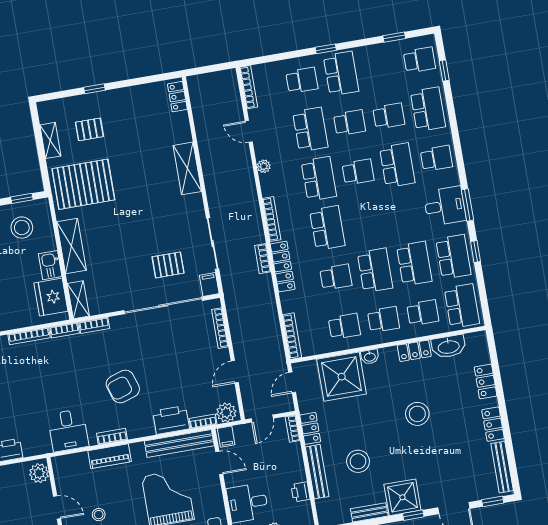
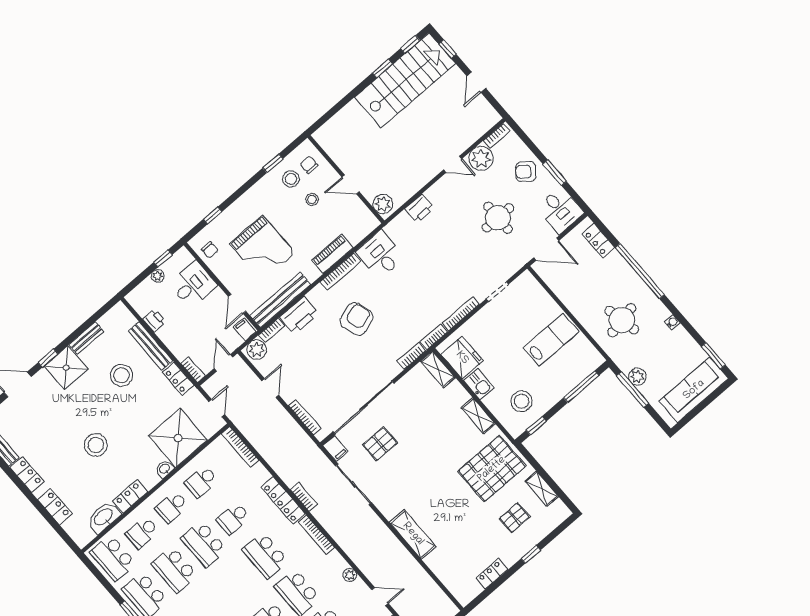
locker: (177, 97) -> (492, 574), moved, turned -90
shelving: (72, 246) -> (478, 416), width x0.67, depth x0.75
bookcase: (112, 436) -> (340, 272), width x1.56
door: (219, 463) -> (237, 304), hinge flipped

